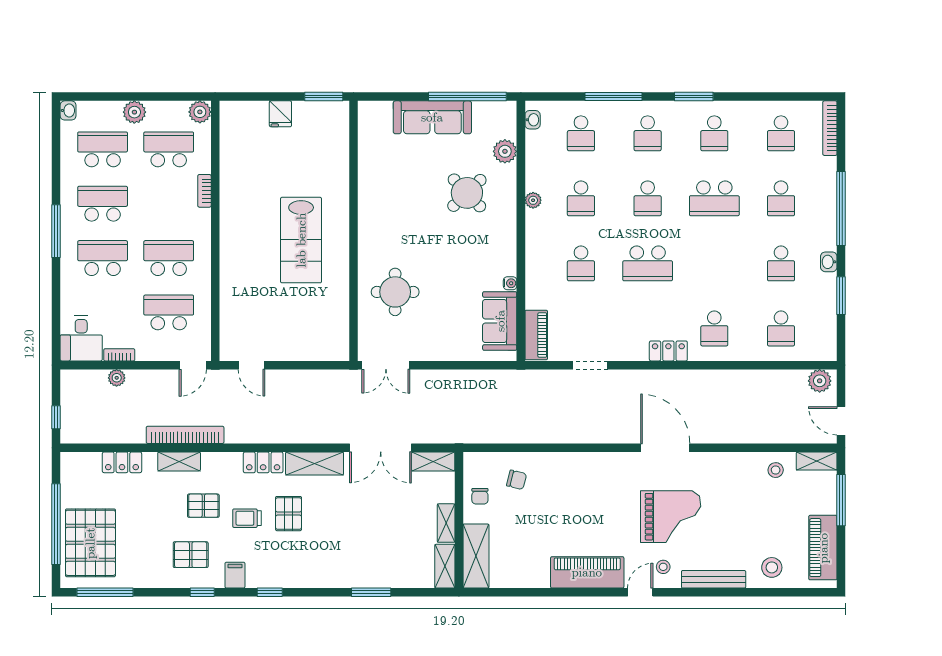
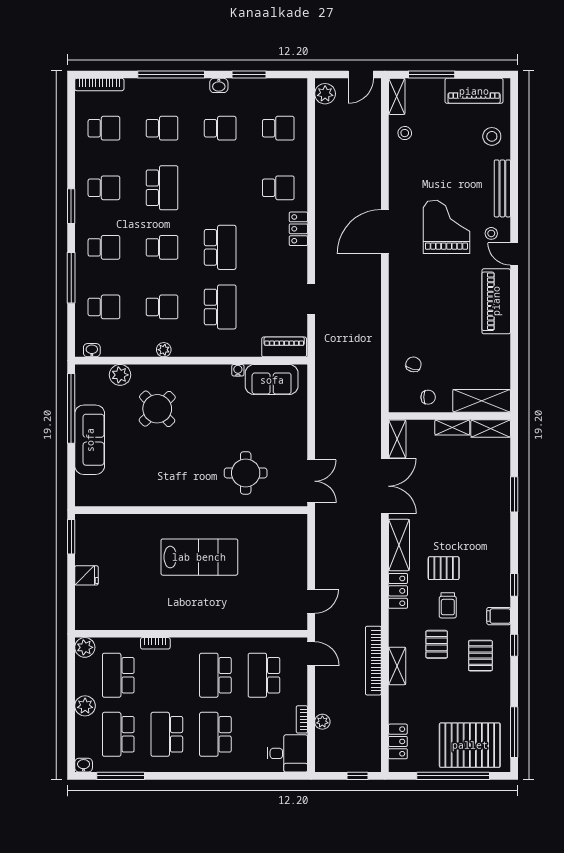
window: (56, 231) -> (121, 776), moved
school desk: (581, 263) -> (220, 307), width x1.85
locker: (122, 462) -> (398, 741), moved

